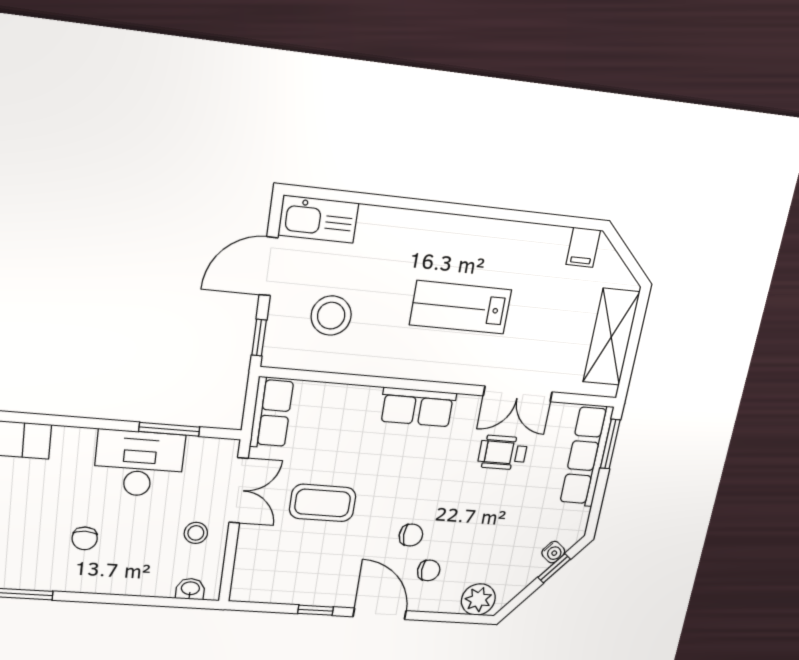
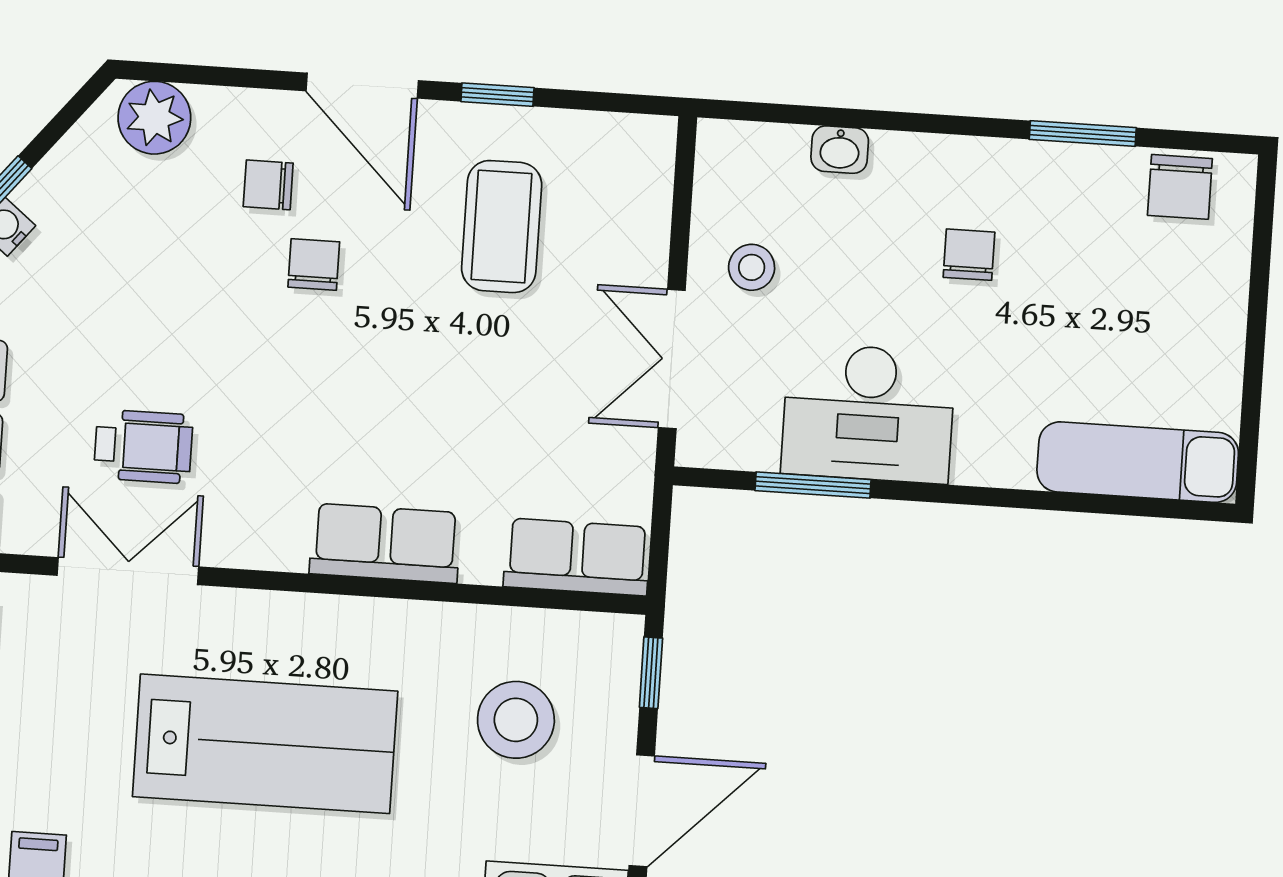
lab bench: (460, 307) -> (265, 744), width x1.36, depth x1.39
row of seats: (418, 407) -> (385, 543), moved
row of seats: (272, 413) -> (577, 557), moved, turned 90
coffee table: (323, 503) -> (502, 227), moved, turned 90
chair: (411, 535) -> (314, 264), turned 90
washbasin: (190, 589) -> (840, 150), moved

